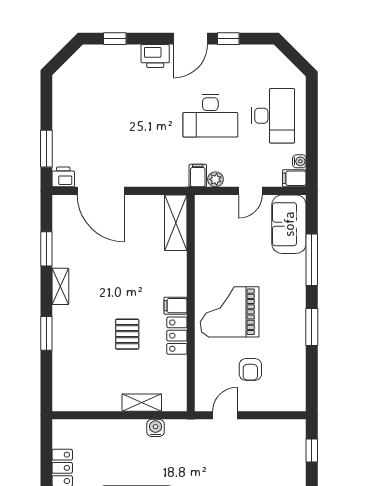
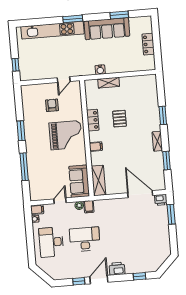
sofa: (289, 224) -> (79, 181), moved, turned 180
filing cabinet: (175, 306) -> (96, 147), moved

